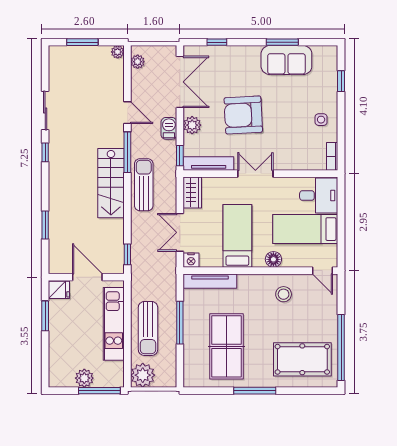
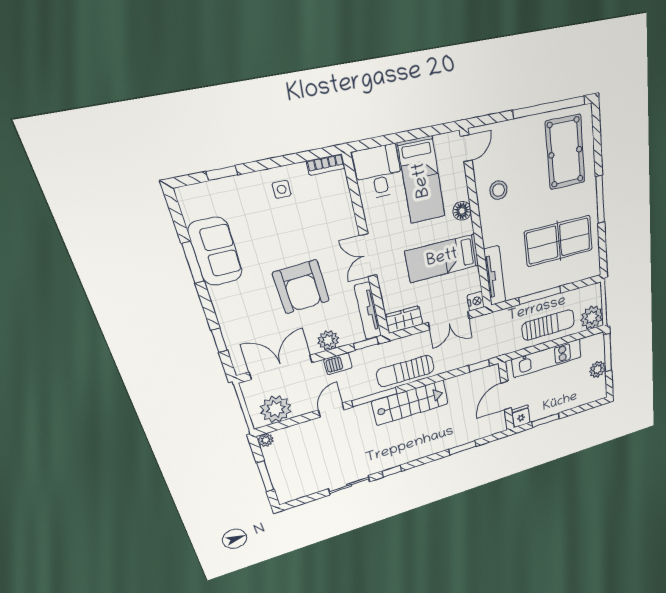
plant: (138, 62) -> (276, 409), width x1.87, depth x1.87

